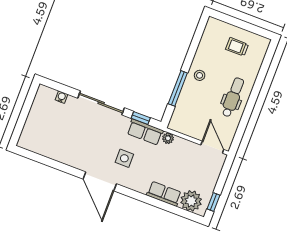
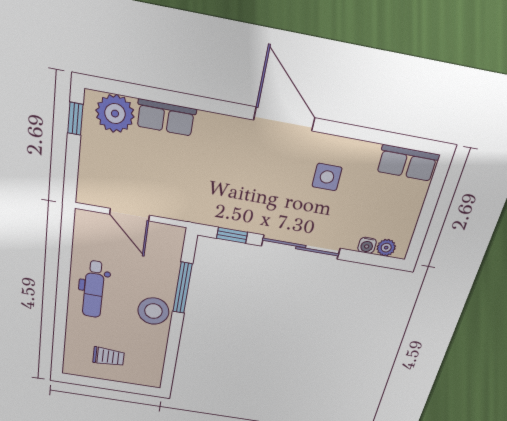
stool: (200, 75) -> (153, 311), width x1.89, depth x1.89
row of seats: (145, 132) -> (407, 163), moved, turned 180
plant: (168, 138) -> (386, 248), moved
door: (212, 147) -> (129, 215), moved
side table: (124, 158) -> (327, 177), moved

